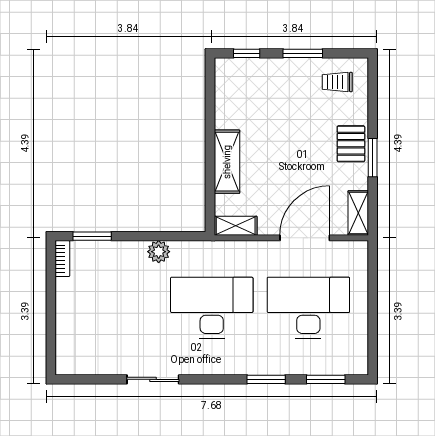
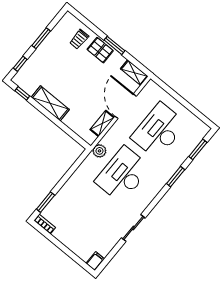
trolley: (337, 82) -> (79, 39), moved
window: (210, 88) -> (22, 93), added
shelving: (227, 162) -> (50, 103), moved
shelving: (236, 226) -> (102, 123), moved
plant: (159, 252) -> (99, 151), moved
filing cabinet: (68, 365) -> (95, 261), added

